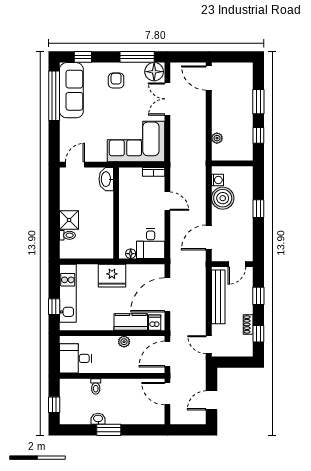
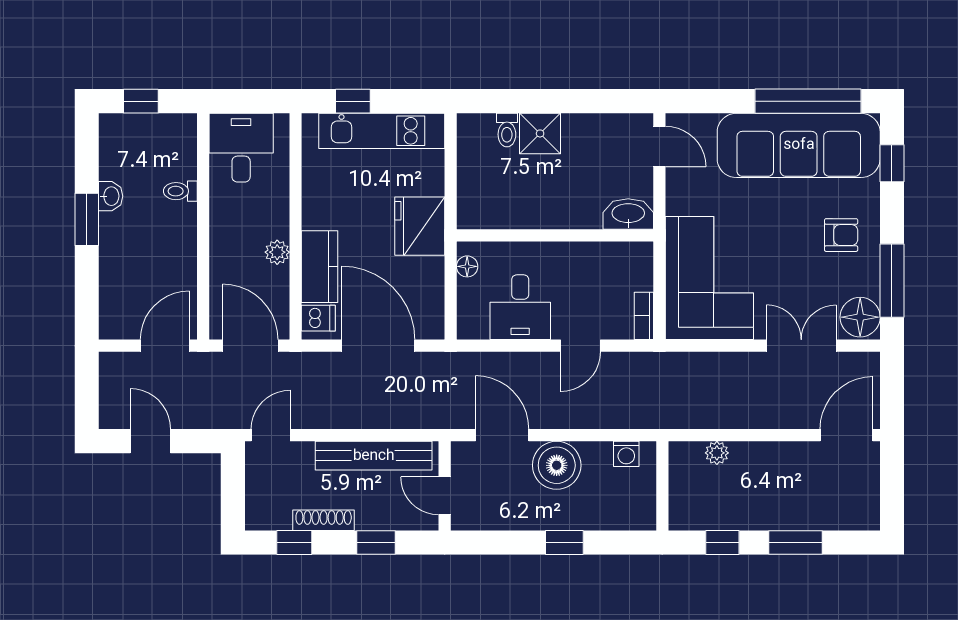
sofa: (71, 90) -> (799, 145), width x1.36, depth x1.27
boiler: (223, 198) -> (557, 465), moved
desk: (151, 244) -> (520, 307), moved, turned -90
shoe rack: (248, 324) -> (324, 520), width x1.43

